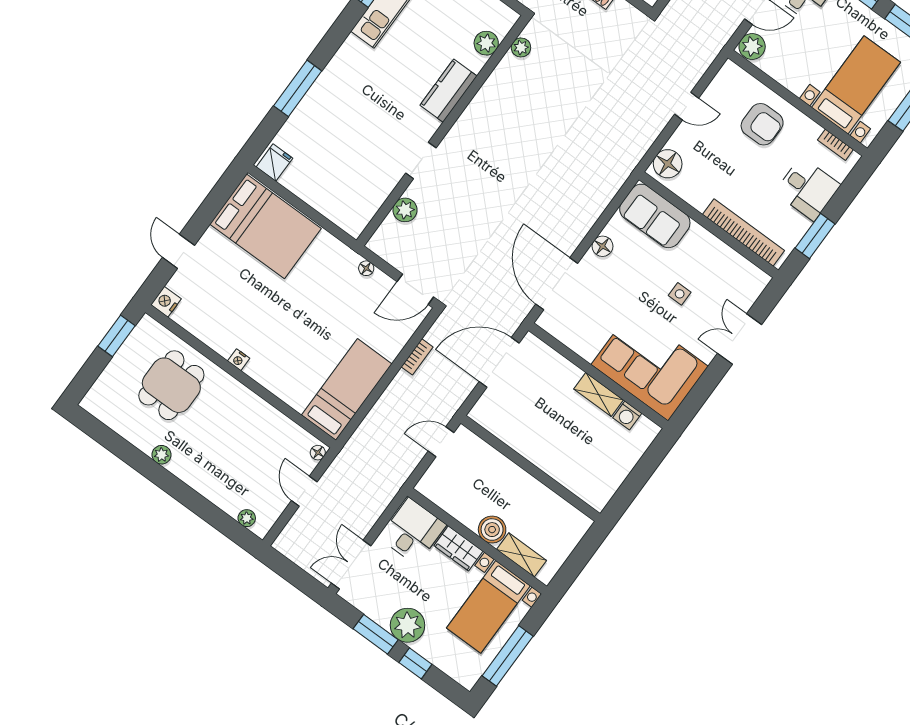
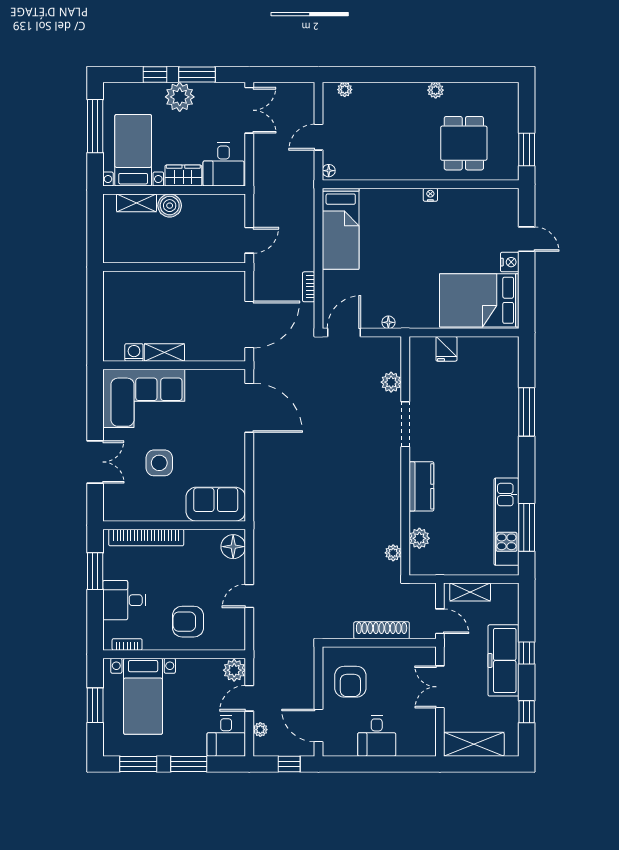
doorway: (421, 161) -> (405, 424), width x1.38
fridge: (274, 163) -> (446, 349), moved
floor lamp: (602, 246) -> (237, 457), removed
side table: (680, 294) -> (159, 463), width x1.87, depth x1.87
nightstand: (166, 302) -> (510, 262), moved
door: (304, 491) -> (319, 137), swing flipped

